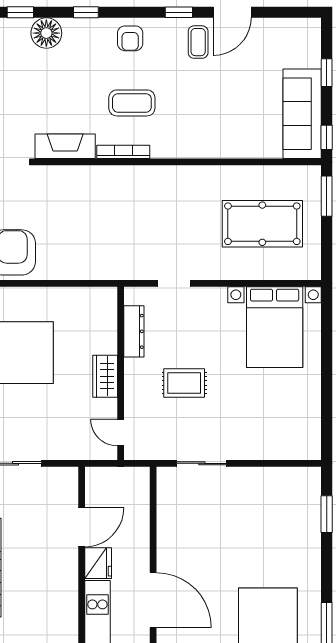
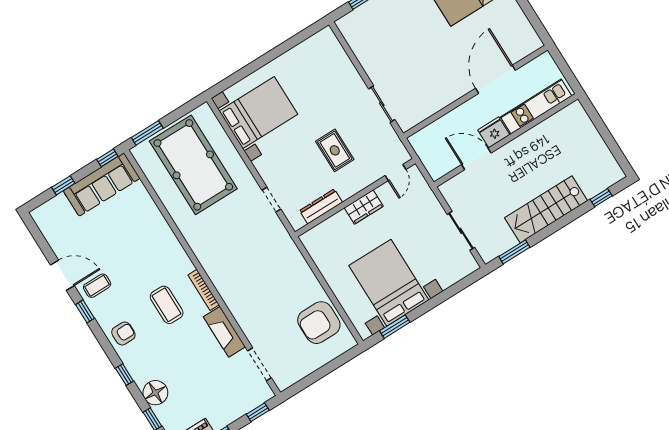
pool table: (262, 224) -> (193, 165), width x1.36, depth x1.32

